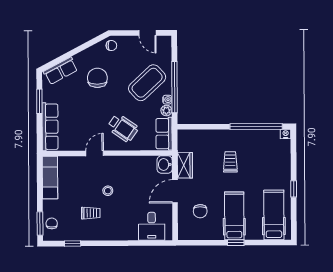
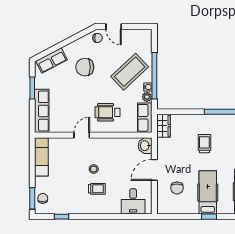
door: (148, 33) -> (114, 27), moved
chair: (97, 78) -> (85, 67), turned -90
wheelchair: (123, 128) -> (107, 112), turned 145
wardrobe: (185, 165) -> (163, 126), moved
trolley: (91, 213) -> (97, 189), moved

